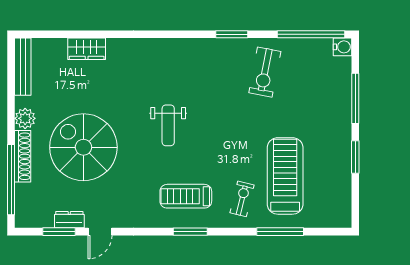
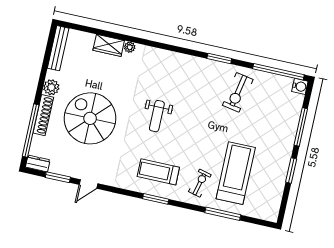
plant: (114, 45) -> (130, 47), added
dresser: (69, 220) -> (38, 163), moved

